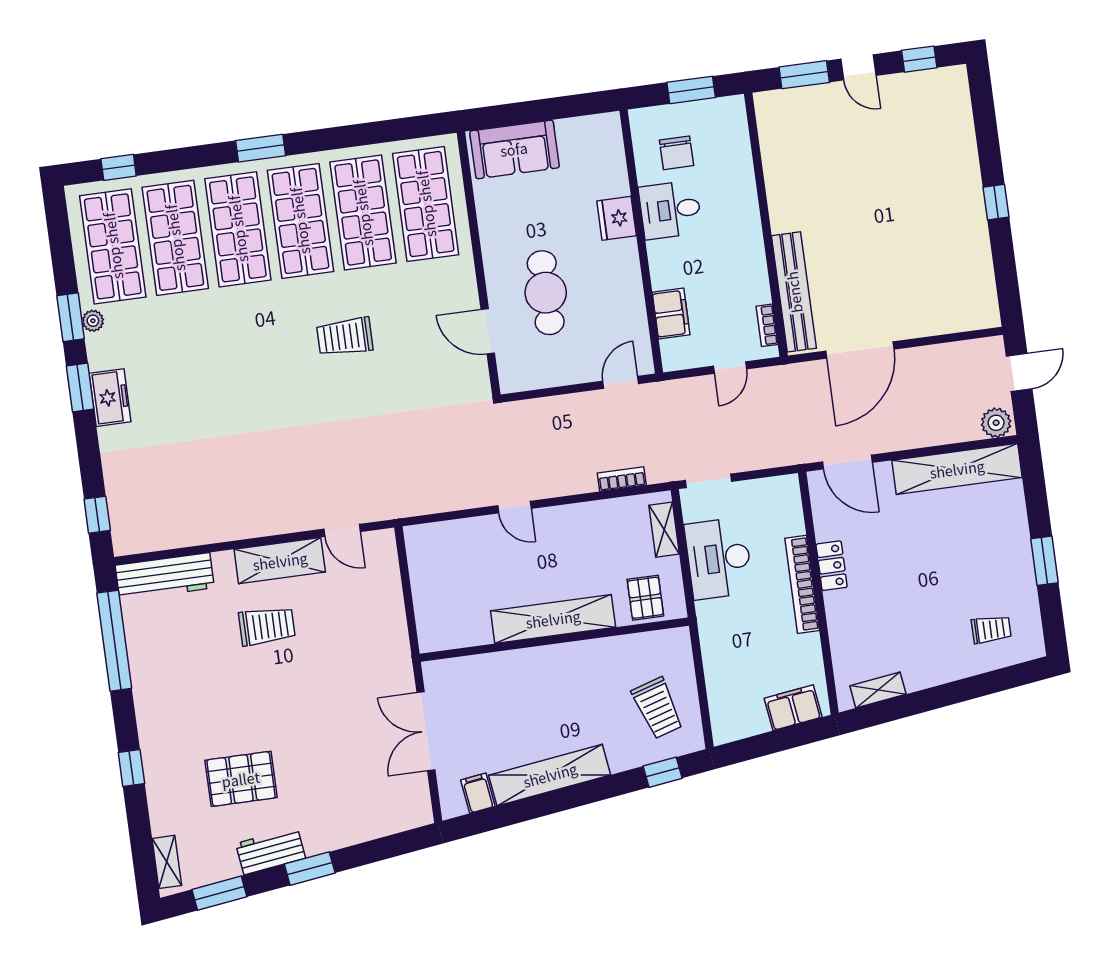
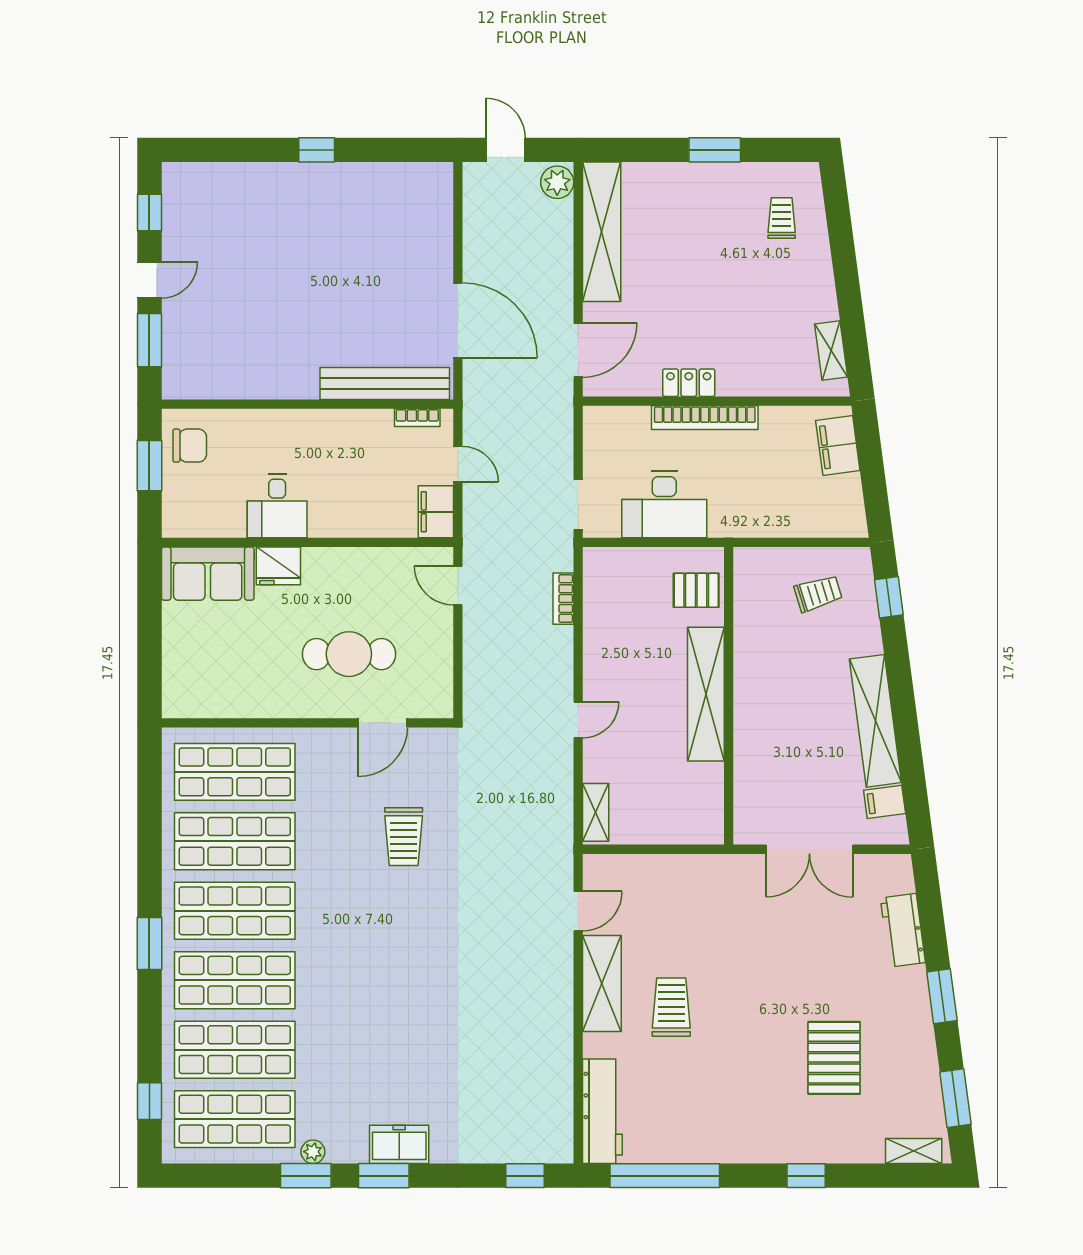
sofa: (514, 149) -> (208, 574), moved, turned 90
chair: (677, 153) -> (190, 446), moved
filing cabinet: (671, 314) -> (436, 512), moved, turned -90
trolley: (345, 337) -> (404, 837), moved
shelving: (664, 530) -> (596, 812), moved, turned 90
trolley: (658, 708) -> (818, 593), width x0.73, depth x0.72
workbench: (271, 851) -> (903, 930), moved

